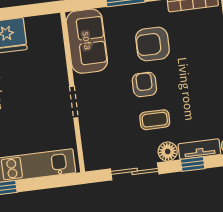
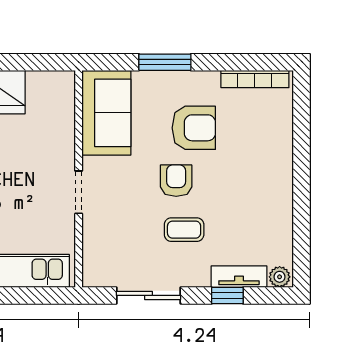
armchair: (152, 44) -> (194, 128), turned 180
floor lamp: (168, 152) -> (196, 274), removed

